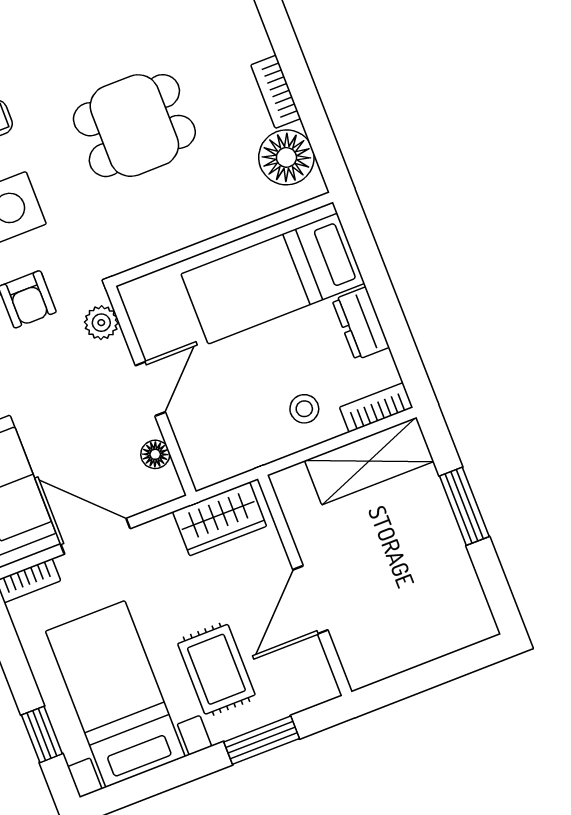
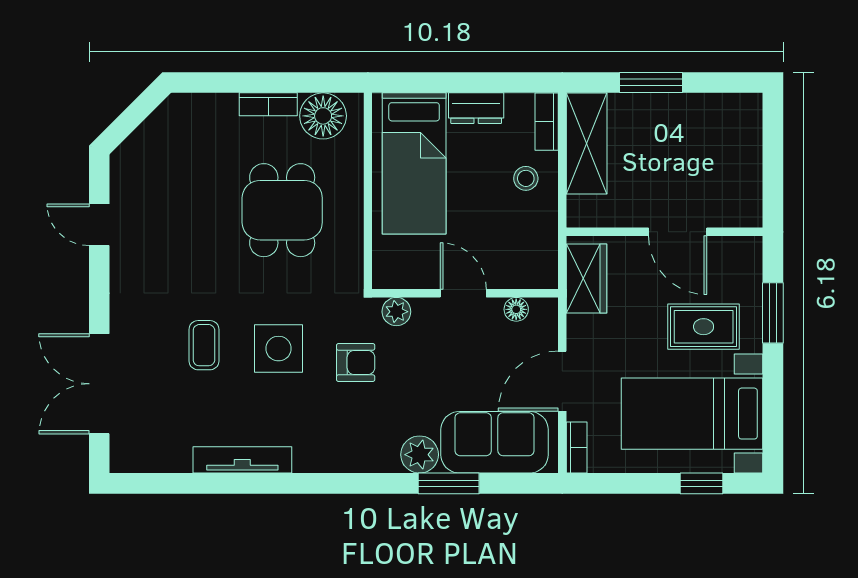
dining table: (134, 126) -> (282, 210), moved

